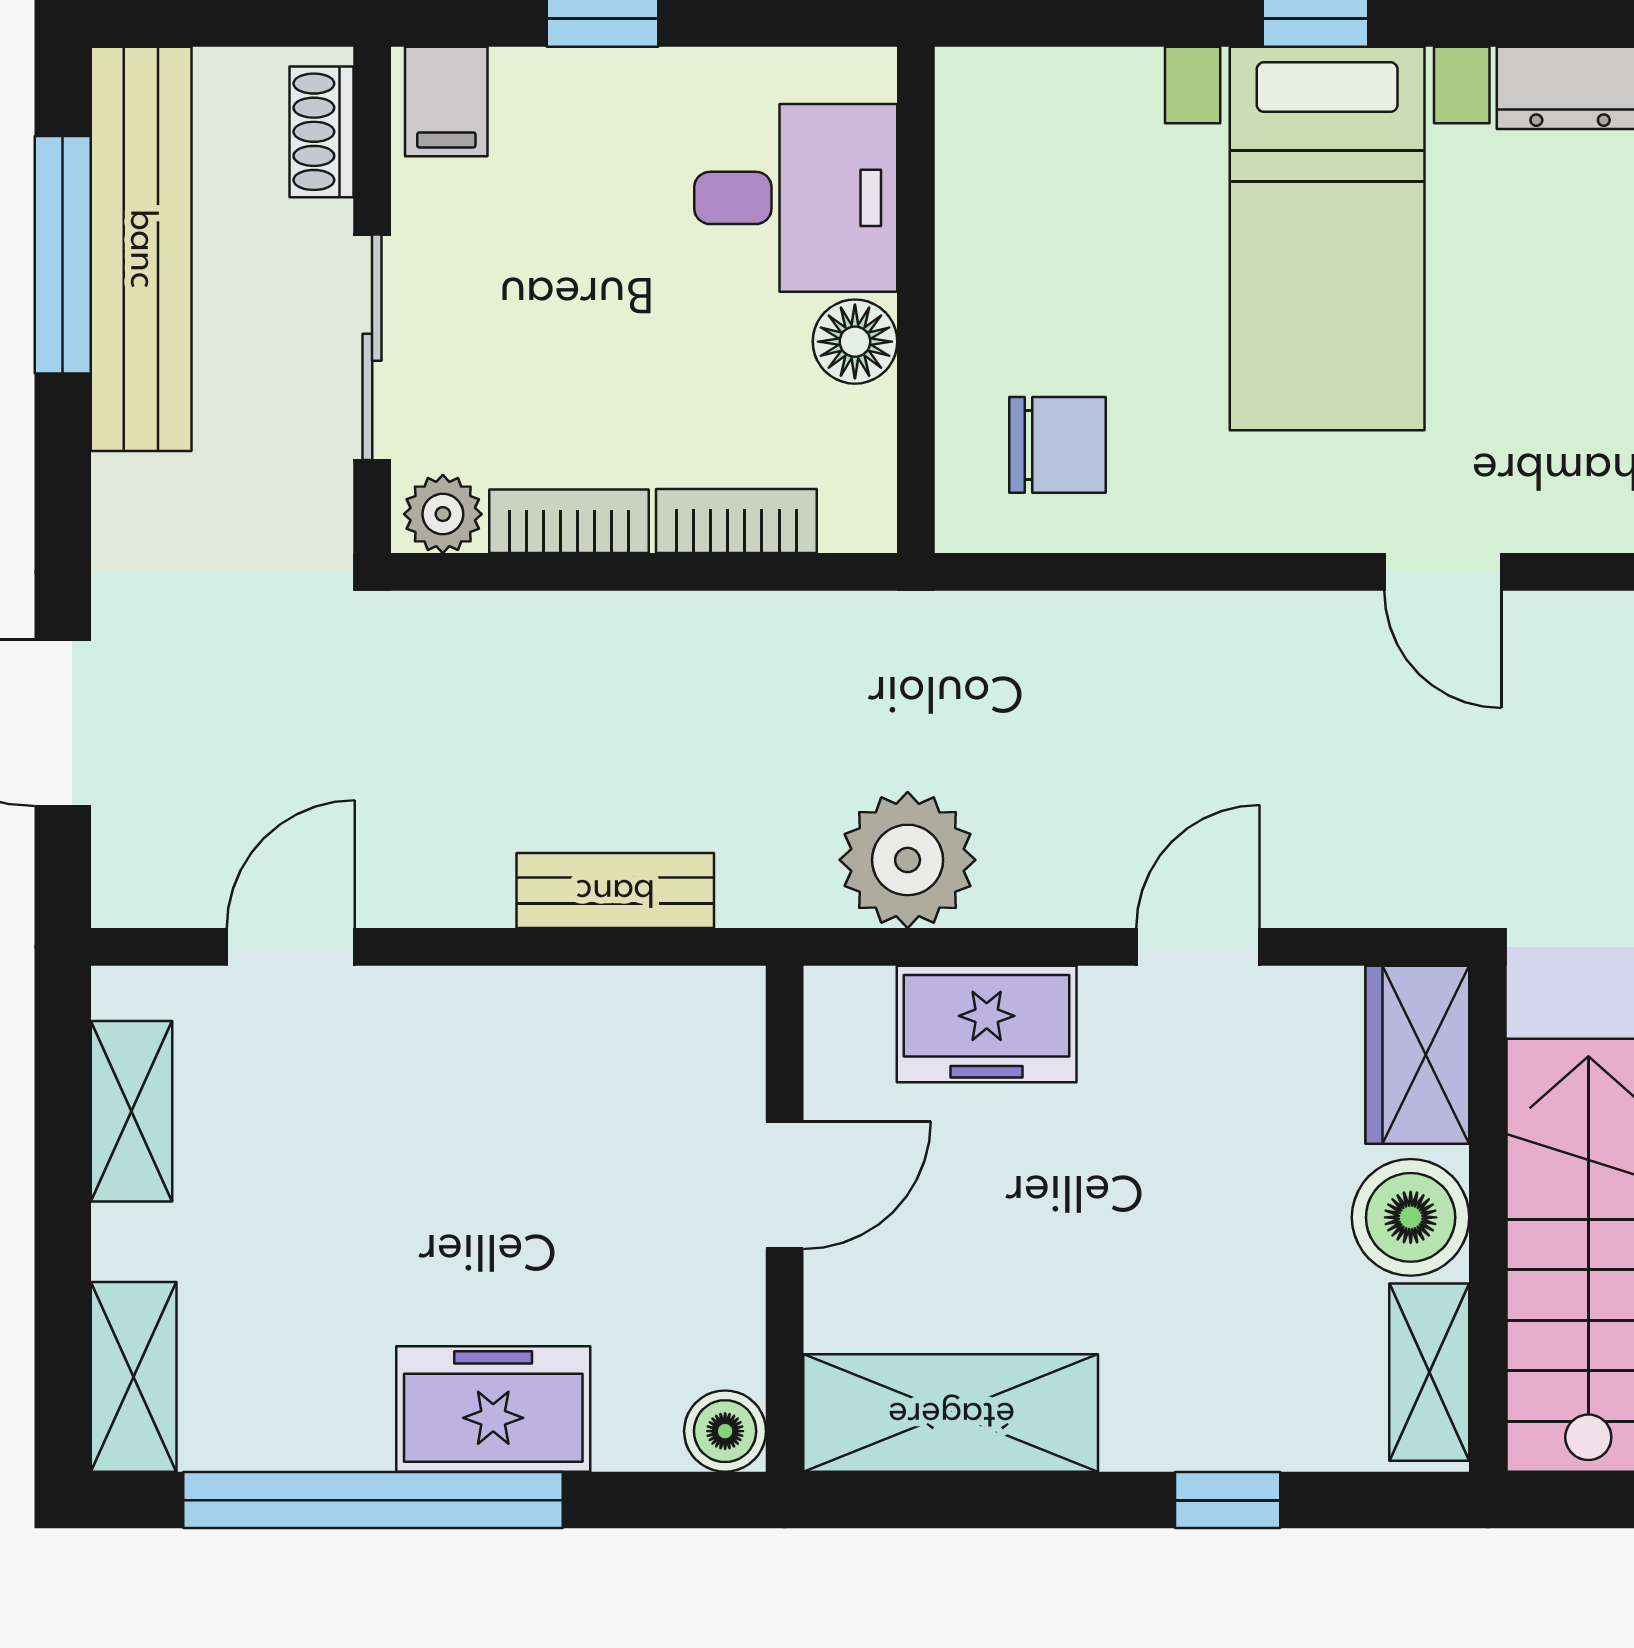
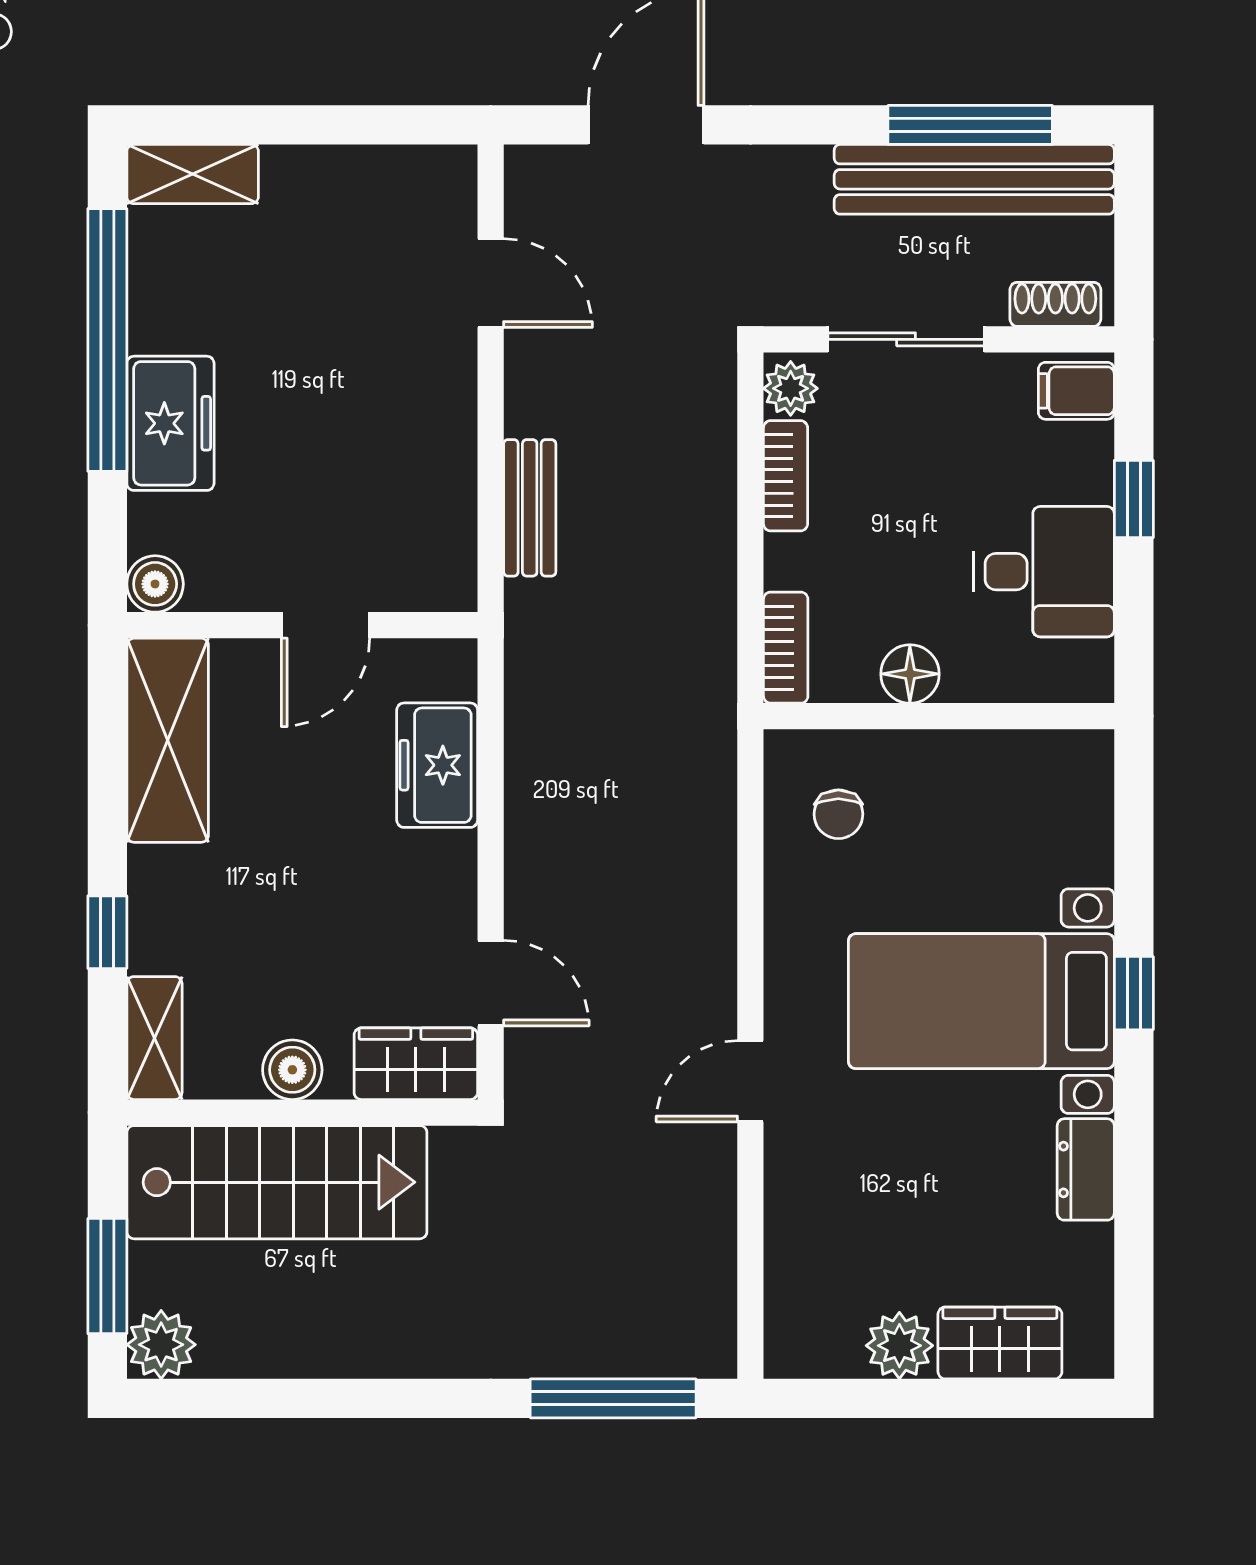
desk: (796, 198) -> (1044, 572), moved, turned -90
chair: (1057, 445) -> (838, 814), width x0.73, depth x0.73
bookcase: (736, 521) -> (786, 648), moved
plant: (908, 860) -> (551, 710), removed
door: (1198, 947) -> (491, 983), moved
shelving: (131, 1111) -> (377, 173), removed
door: (785, 1185) -> (326, 625), hinge flipped
boiler: (1411, 1217) -> (292, 1070), width x0.73, depth x0.73
shelving: (1429, 1372) -> (154, 1038), moved, turned 90

